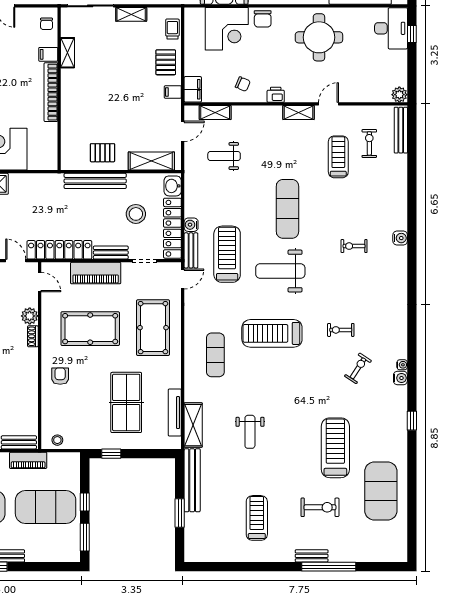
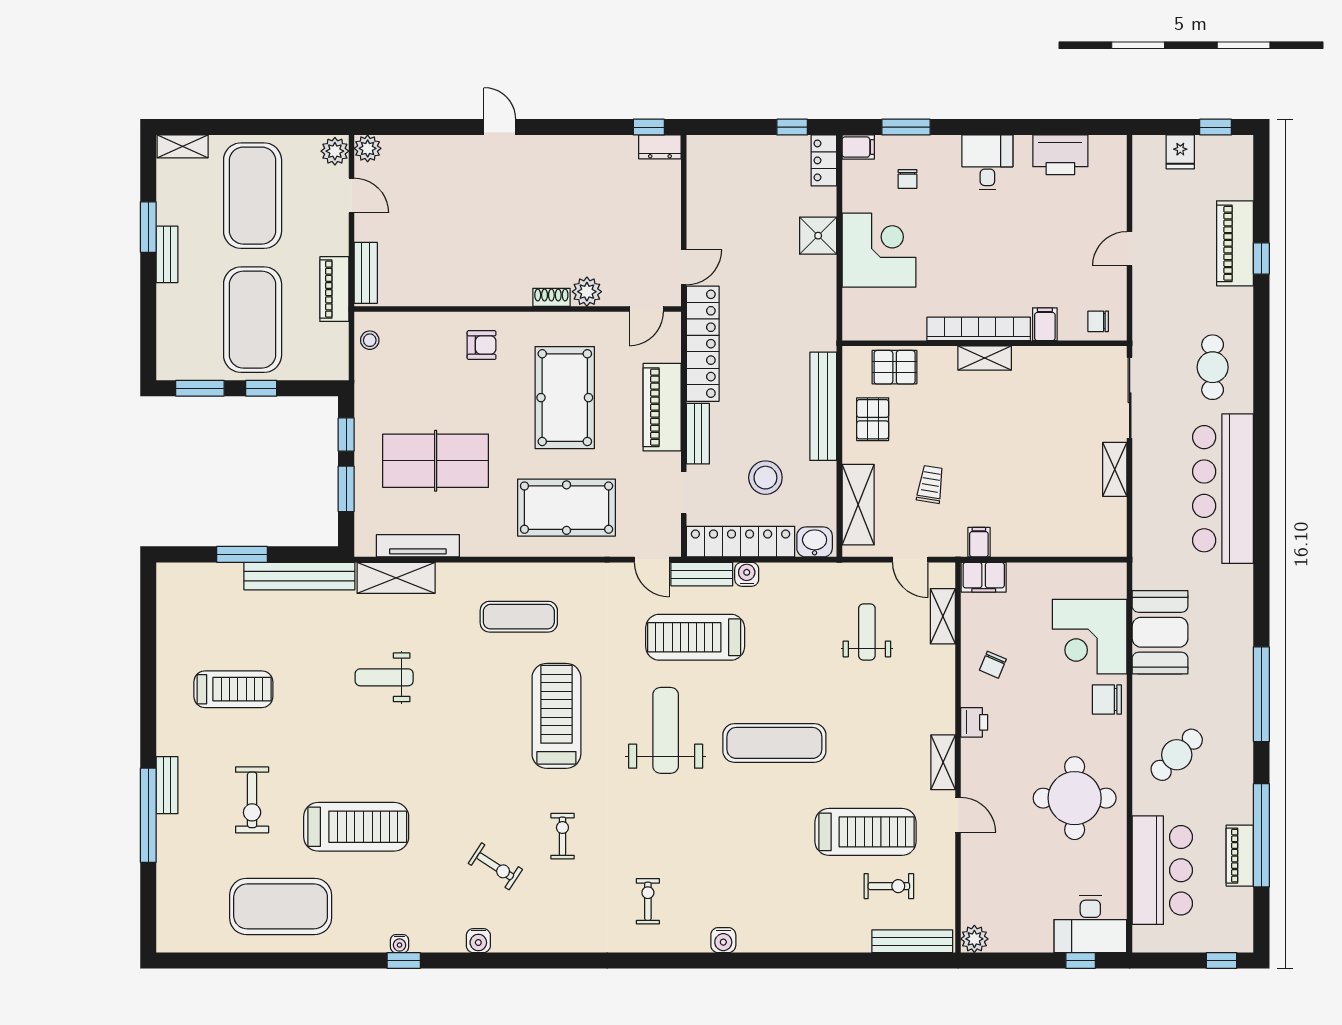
trolley: (172, 29) -> (930, 484), moved, turned -81
shelving: (68, 53) -> (985, 358), moved
pallet: (166, 62) -> (895, 367), moved
treadmill: (338, 157) -> (865, 832), width x1.37, depth x1.38
exercise bike: (354, 246) -> (648, 901), moved
treadmill: (227, 254) -> (695, 637), turned 180
water cooler: (402, 365) -> (400, 944), moved
window: (142, 454) -> (346, 489), added

